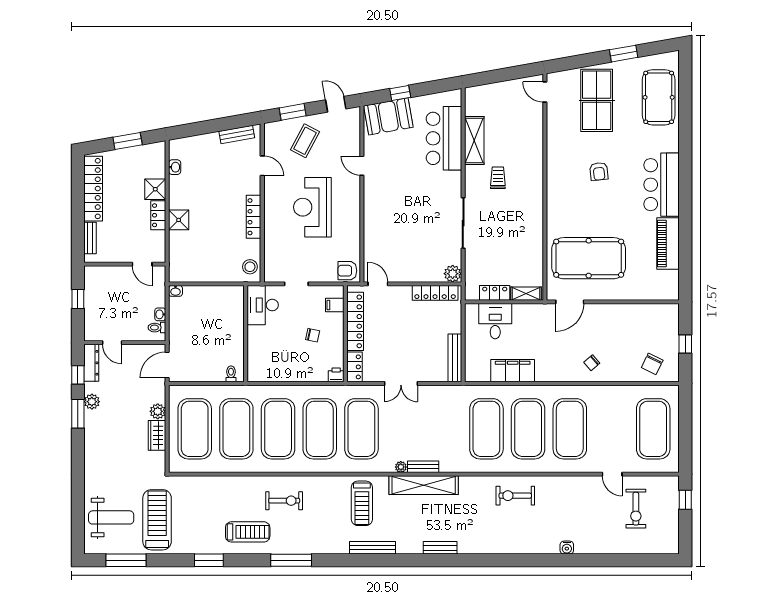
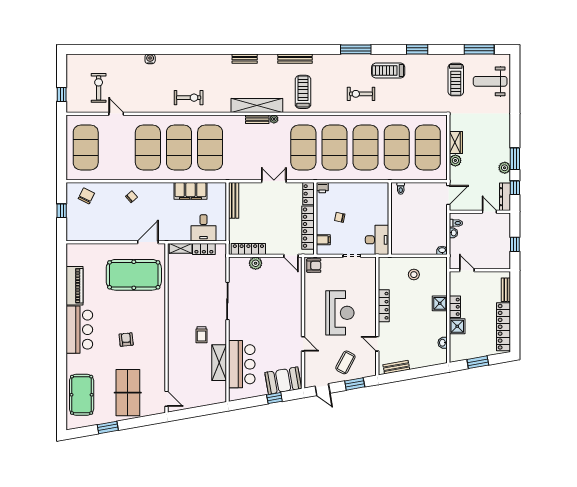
stool: (250, 267) -> (414, 275), moved
plant: (453, 274) -> (256, 263), moved
treadmill: (157, 520) -> (456, 80), width x0.73, depth x0.73

